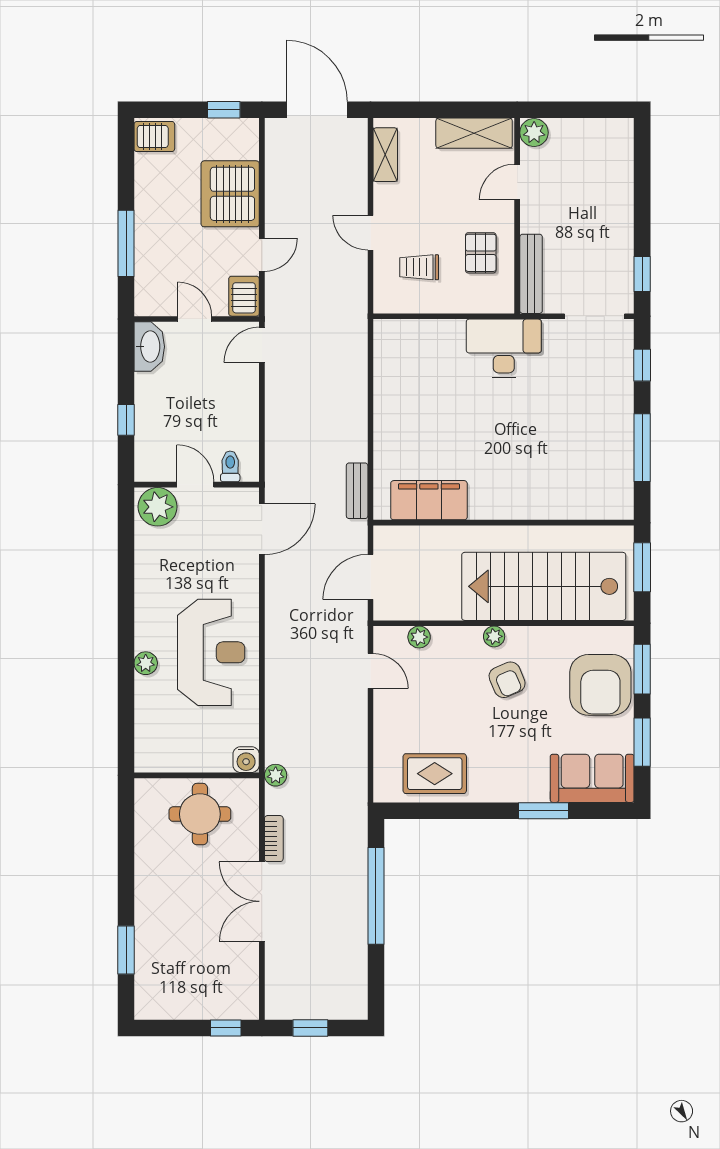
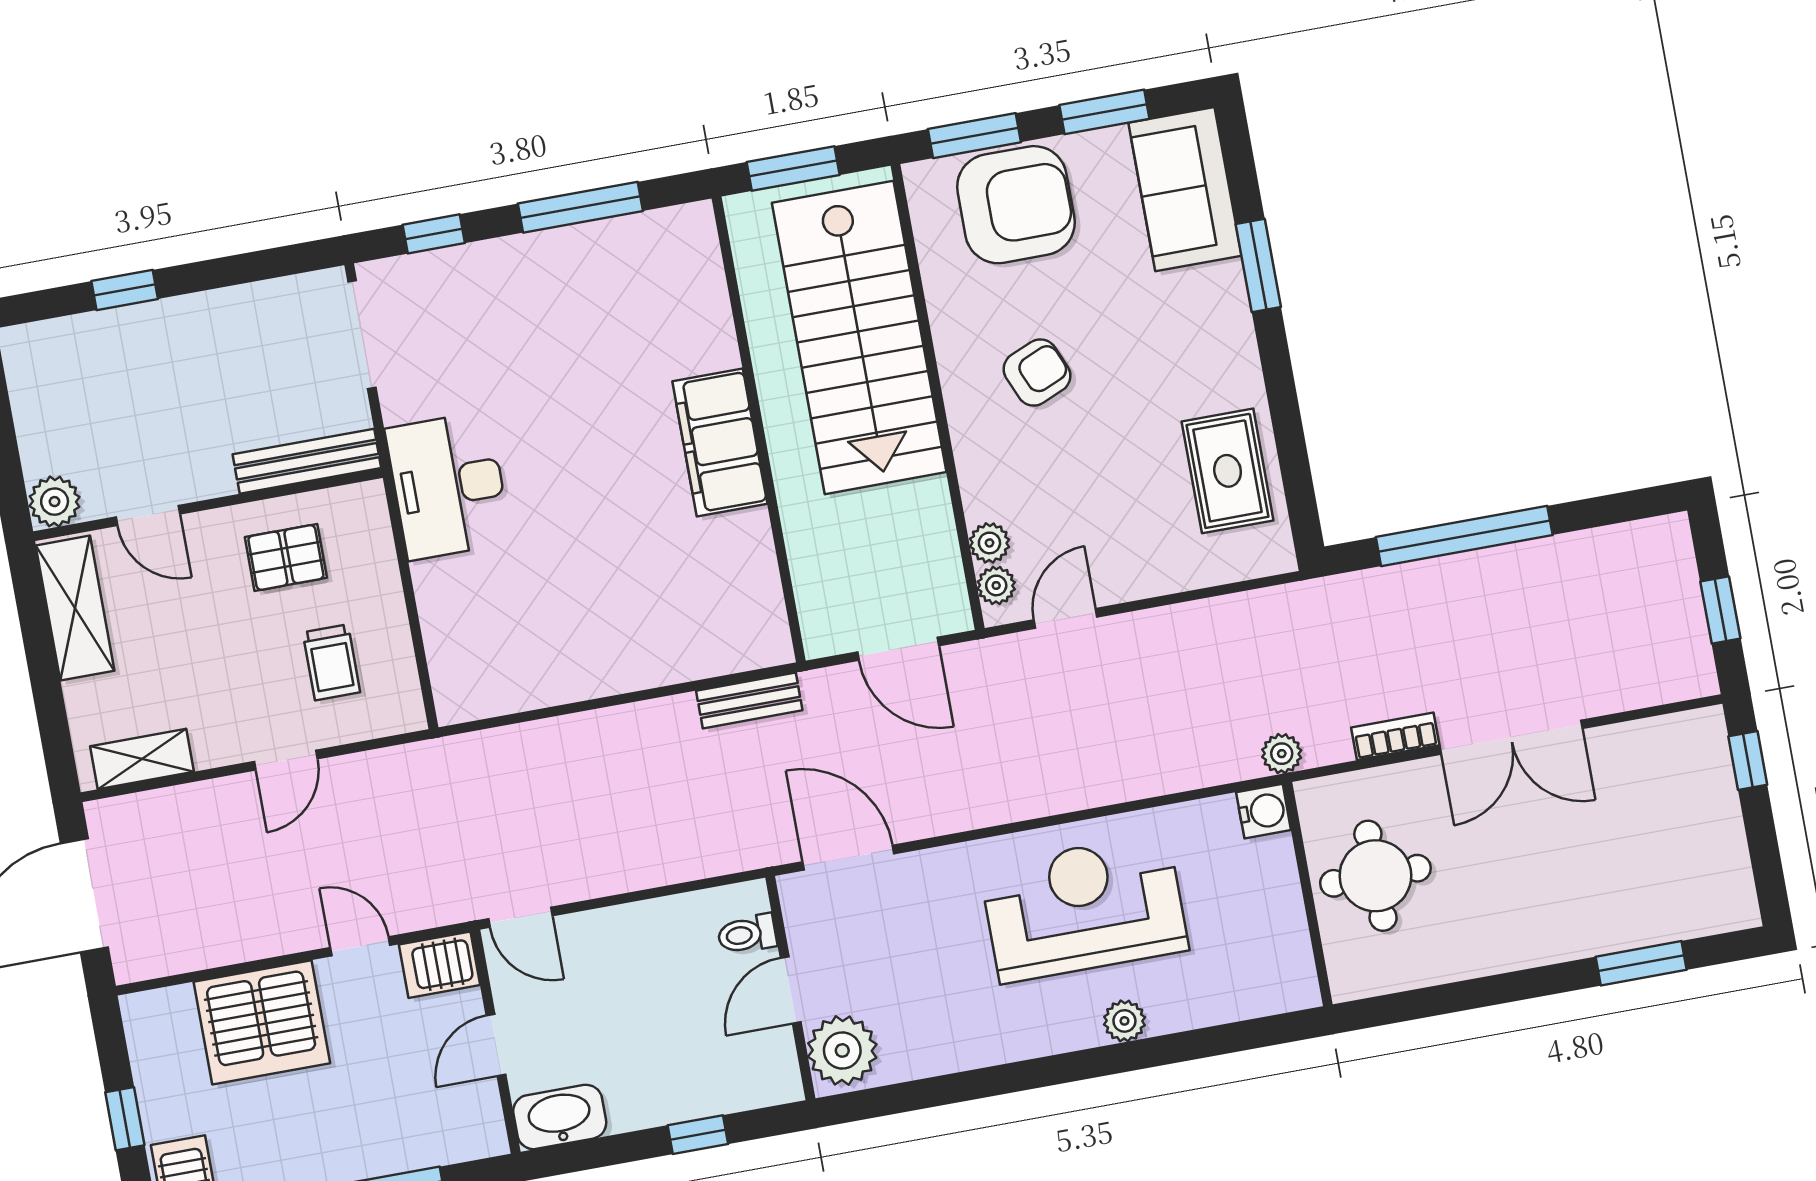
window: (224, 110) -> (125, 1119), moved
window: (642, 274) -> (125, 290), moved
filing cabinet: (429, 500) -> (720, 442), moved
plant: (494, 636) -> (996, 585), moved

